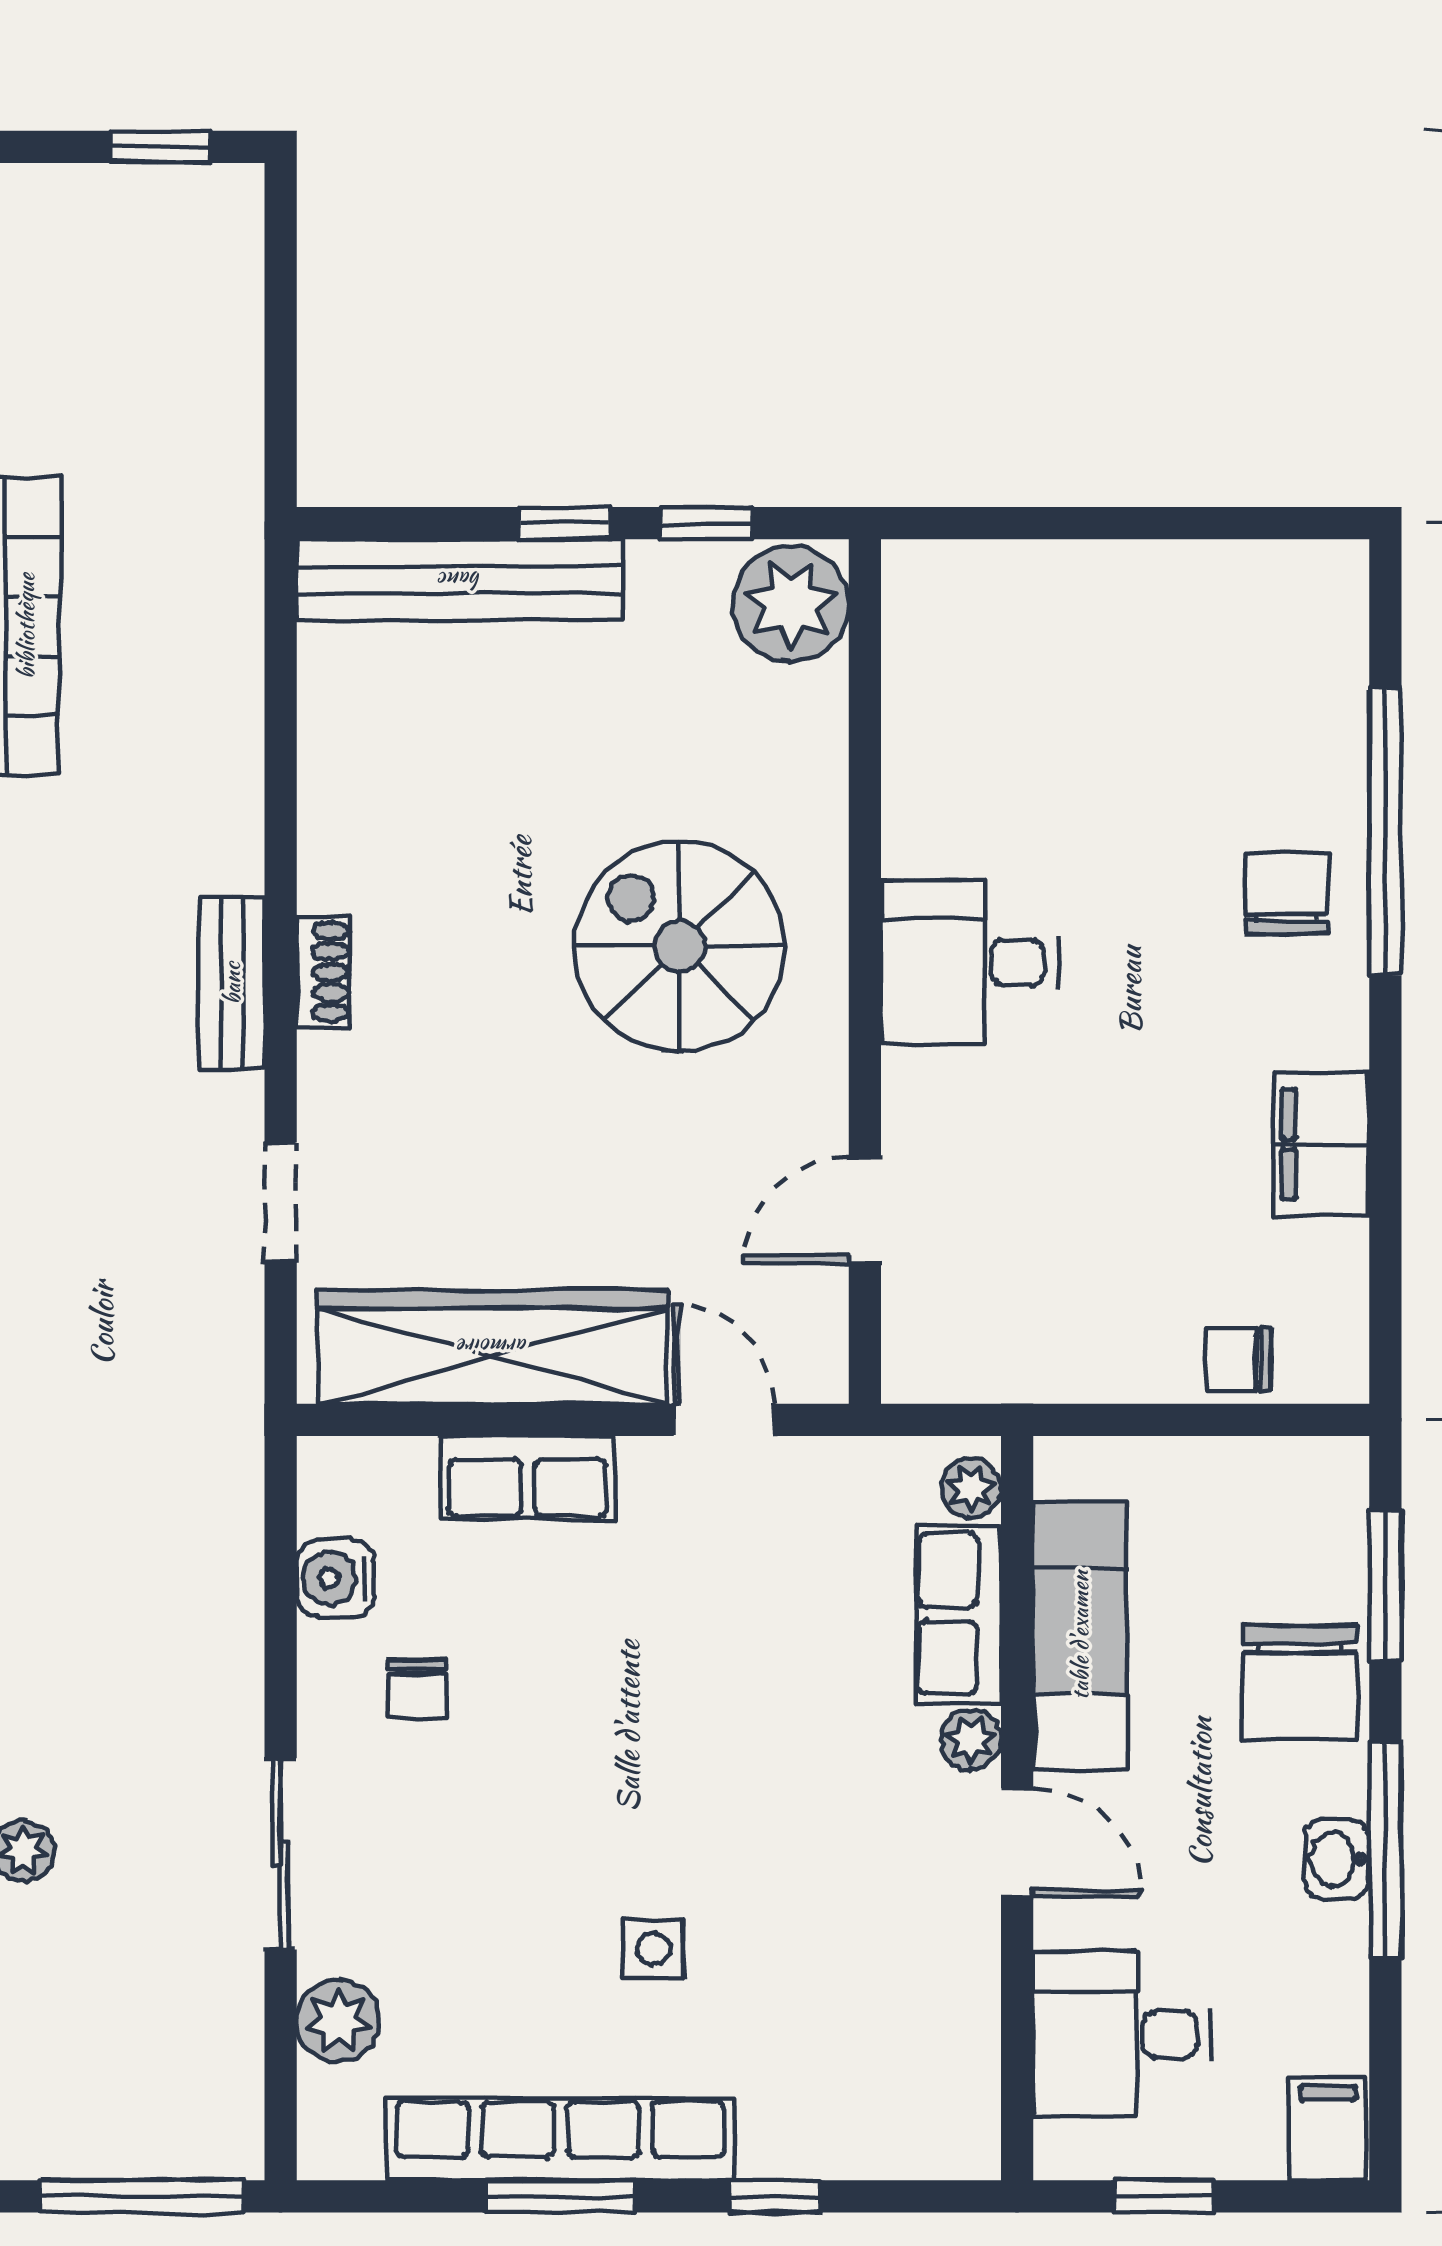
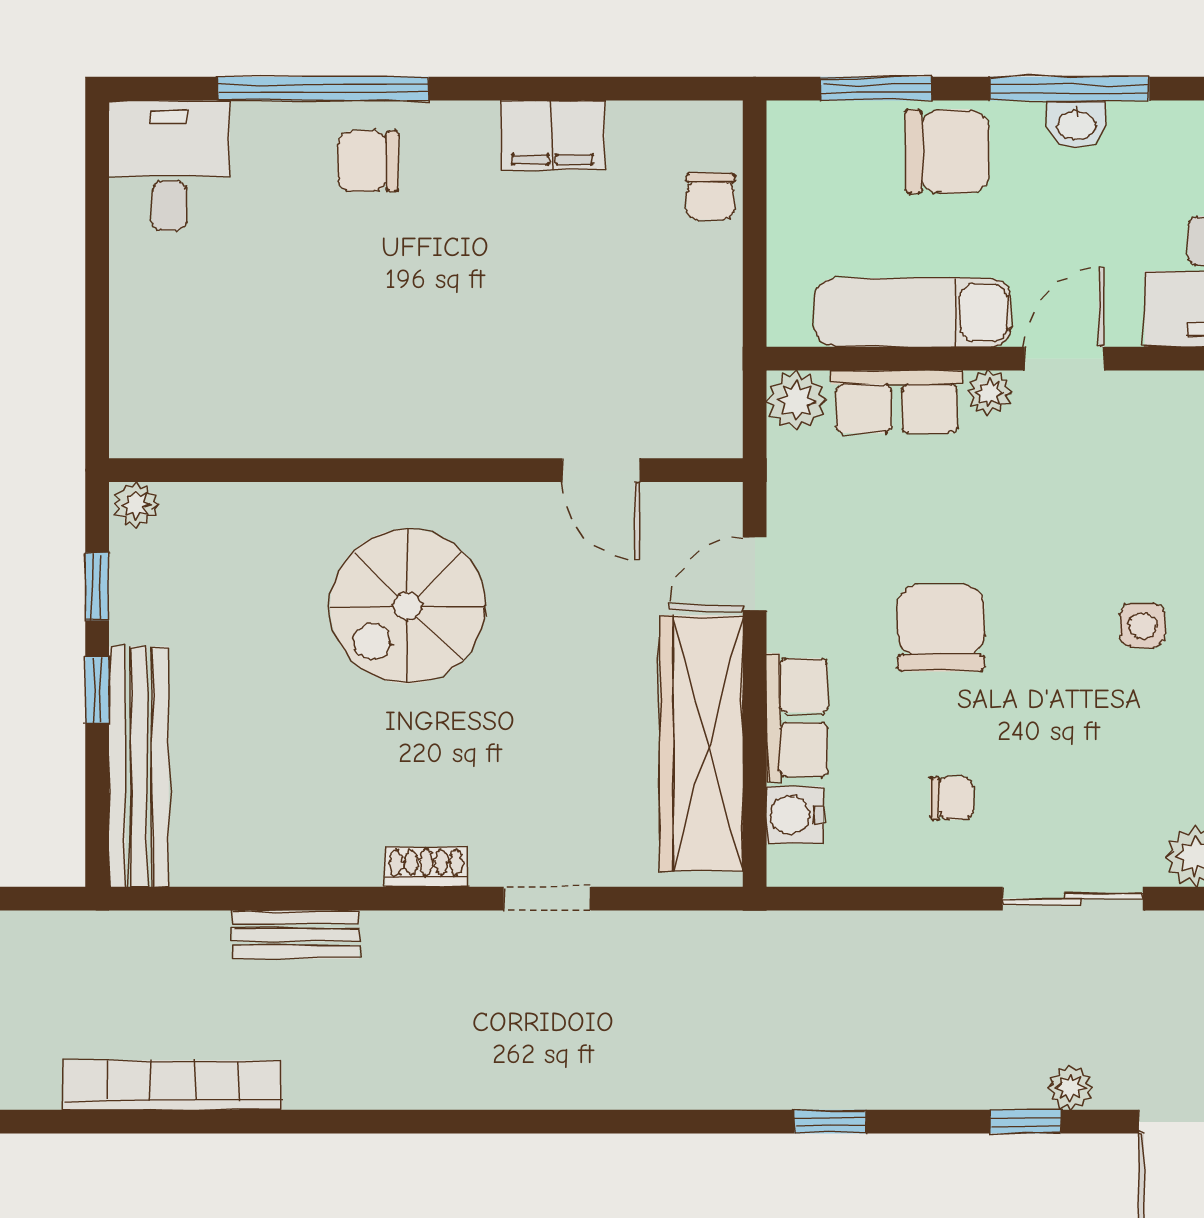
plant: (791, 604) -> (136, 505), width x0.53, depth x0.53
desk: (970, 962) -> (169, 165), moved, turned 180
bench: (232, 983) -> (296, 935), moved
doorway: (281, 1202) -> (547, 899), moved
plant: (971, 1488) -> (796, 400), width x1.38, depth x1.38
water cooler: (335, 1578) -> (795, 815), moved, turned 90
chair: (650, 1674) -> (941, 628), added

